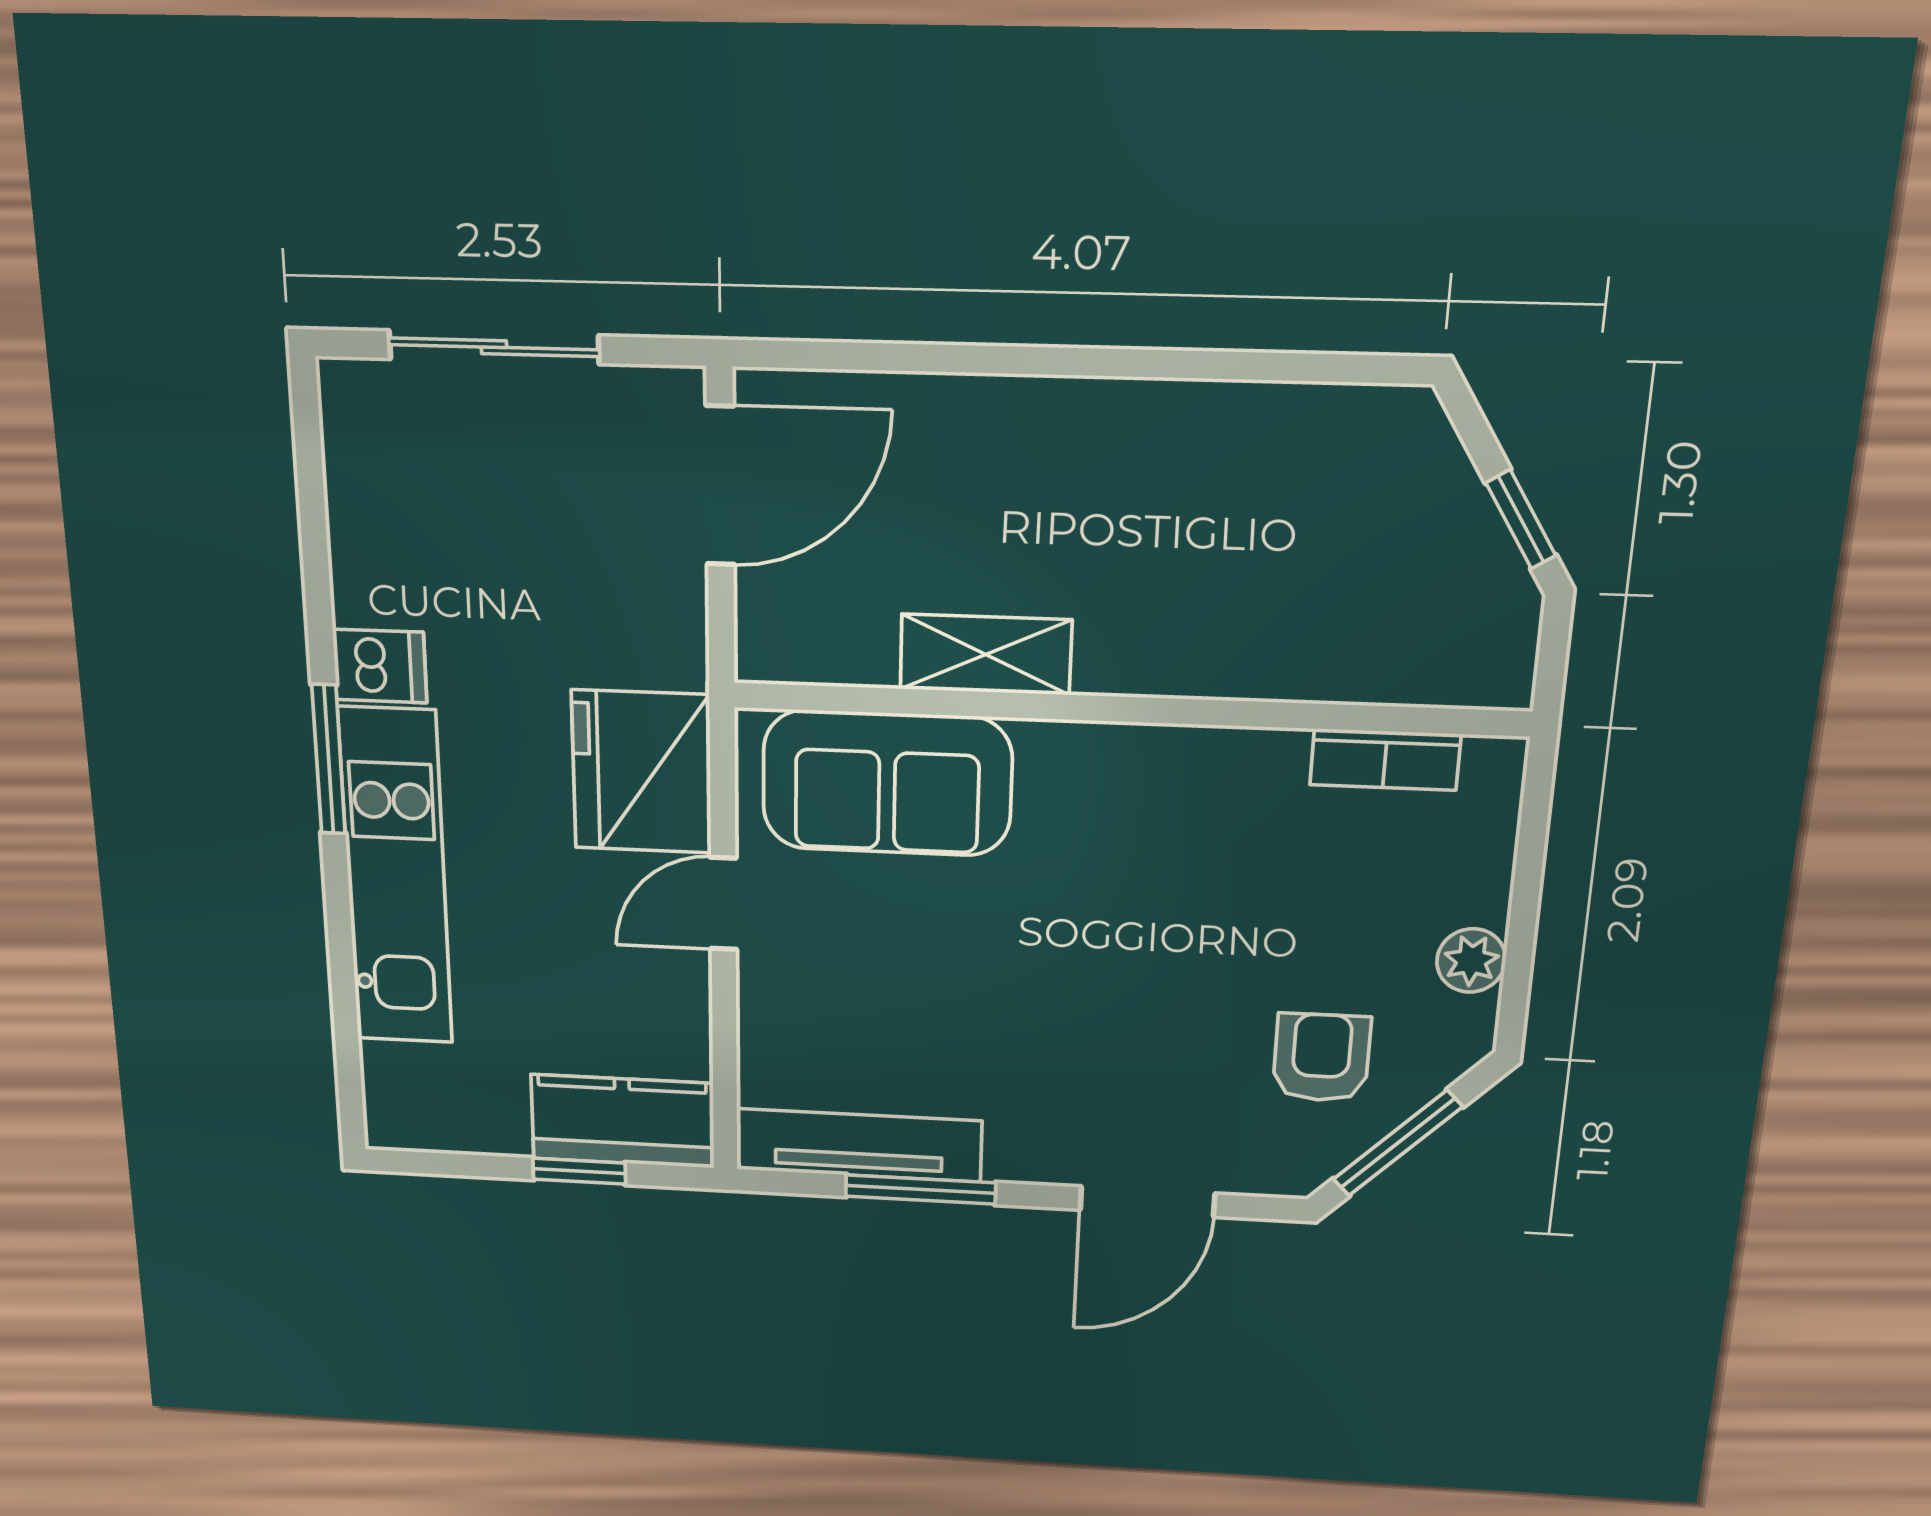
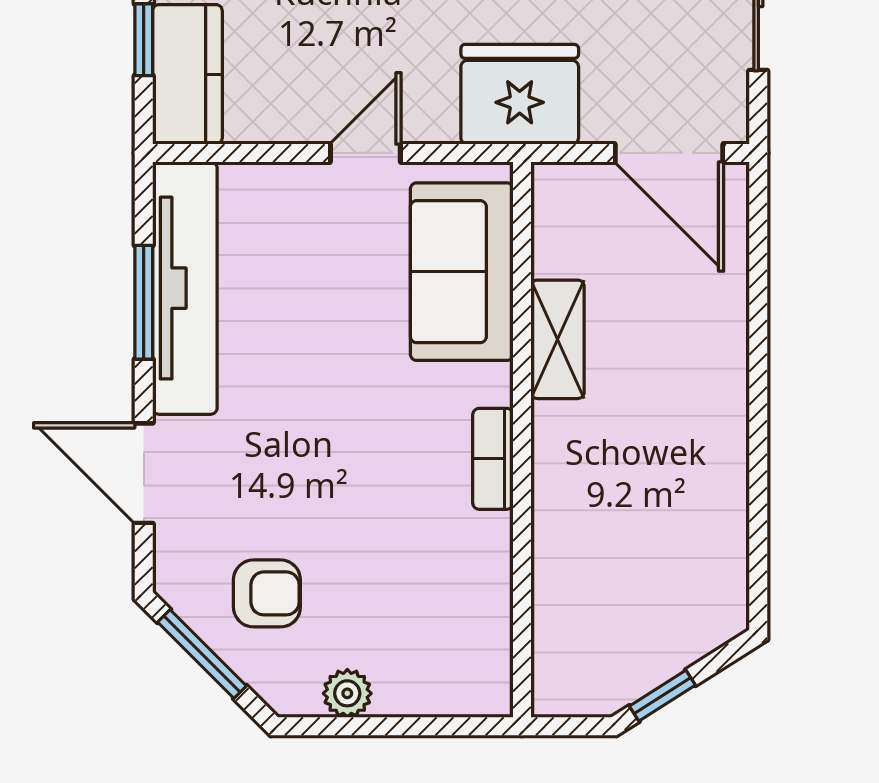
bookcase: (1385, 760) -> (493, 459), moved
fridge: (642, 772) -> (520, 94), moved
door: (723, 904) -> (365, 153), hinge flipped
tv unit: (859, 1145) -> (185, 288), width x1.36, depth x1.29

